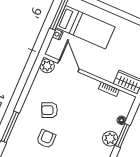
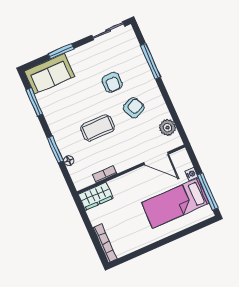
plant: (47, 66) -> (167, 128), moved
coffee table: (84, 121) -> (98, 128), added
plant: (110, 139) -> (62, 136), removed

